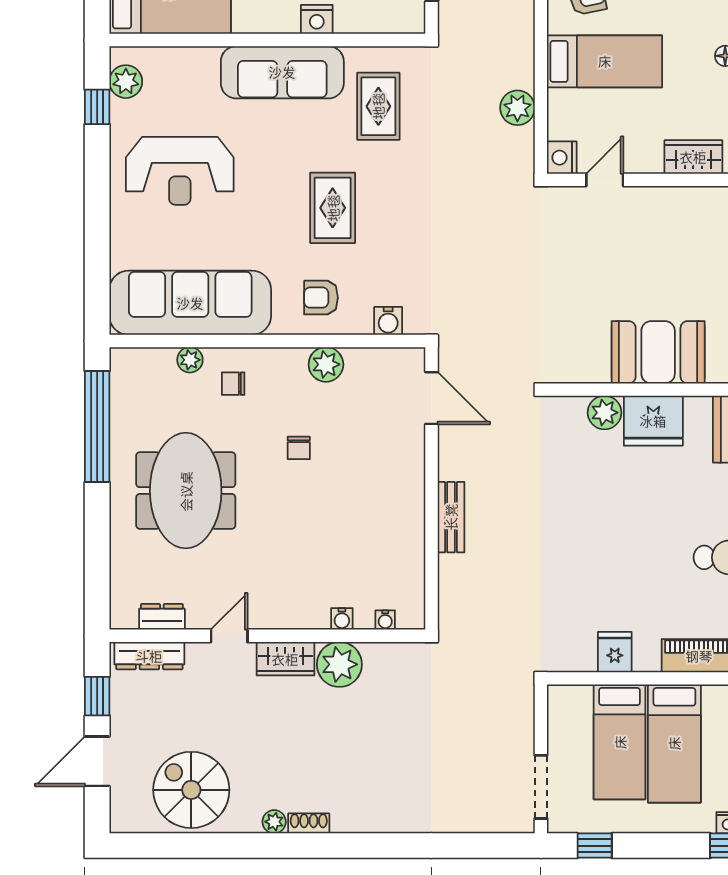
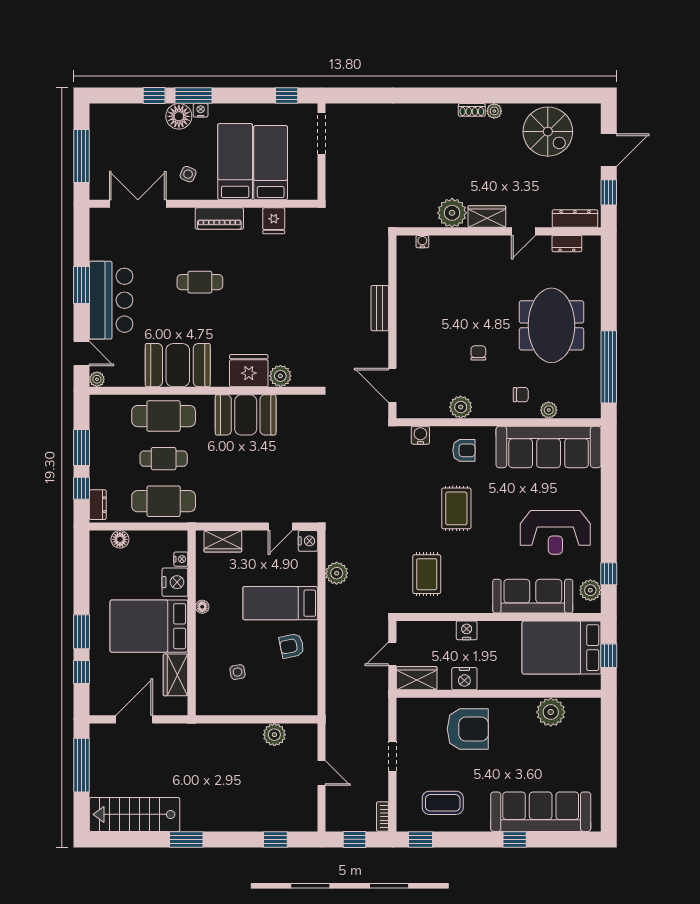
sofa: (282, 72) -> (533, 596), moved
reception desk: (180, 171) -> (555, 532), turned 180
water cooler: (342, 619) -> (450, 242), removed

